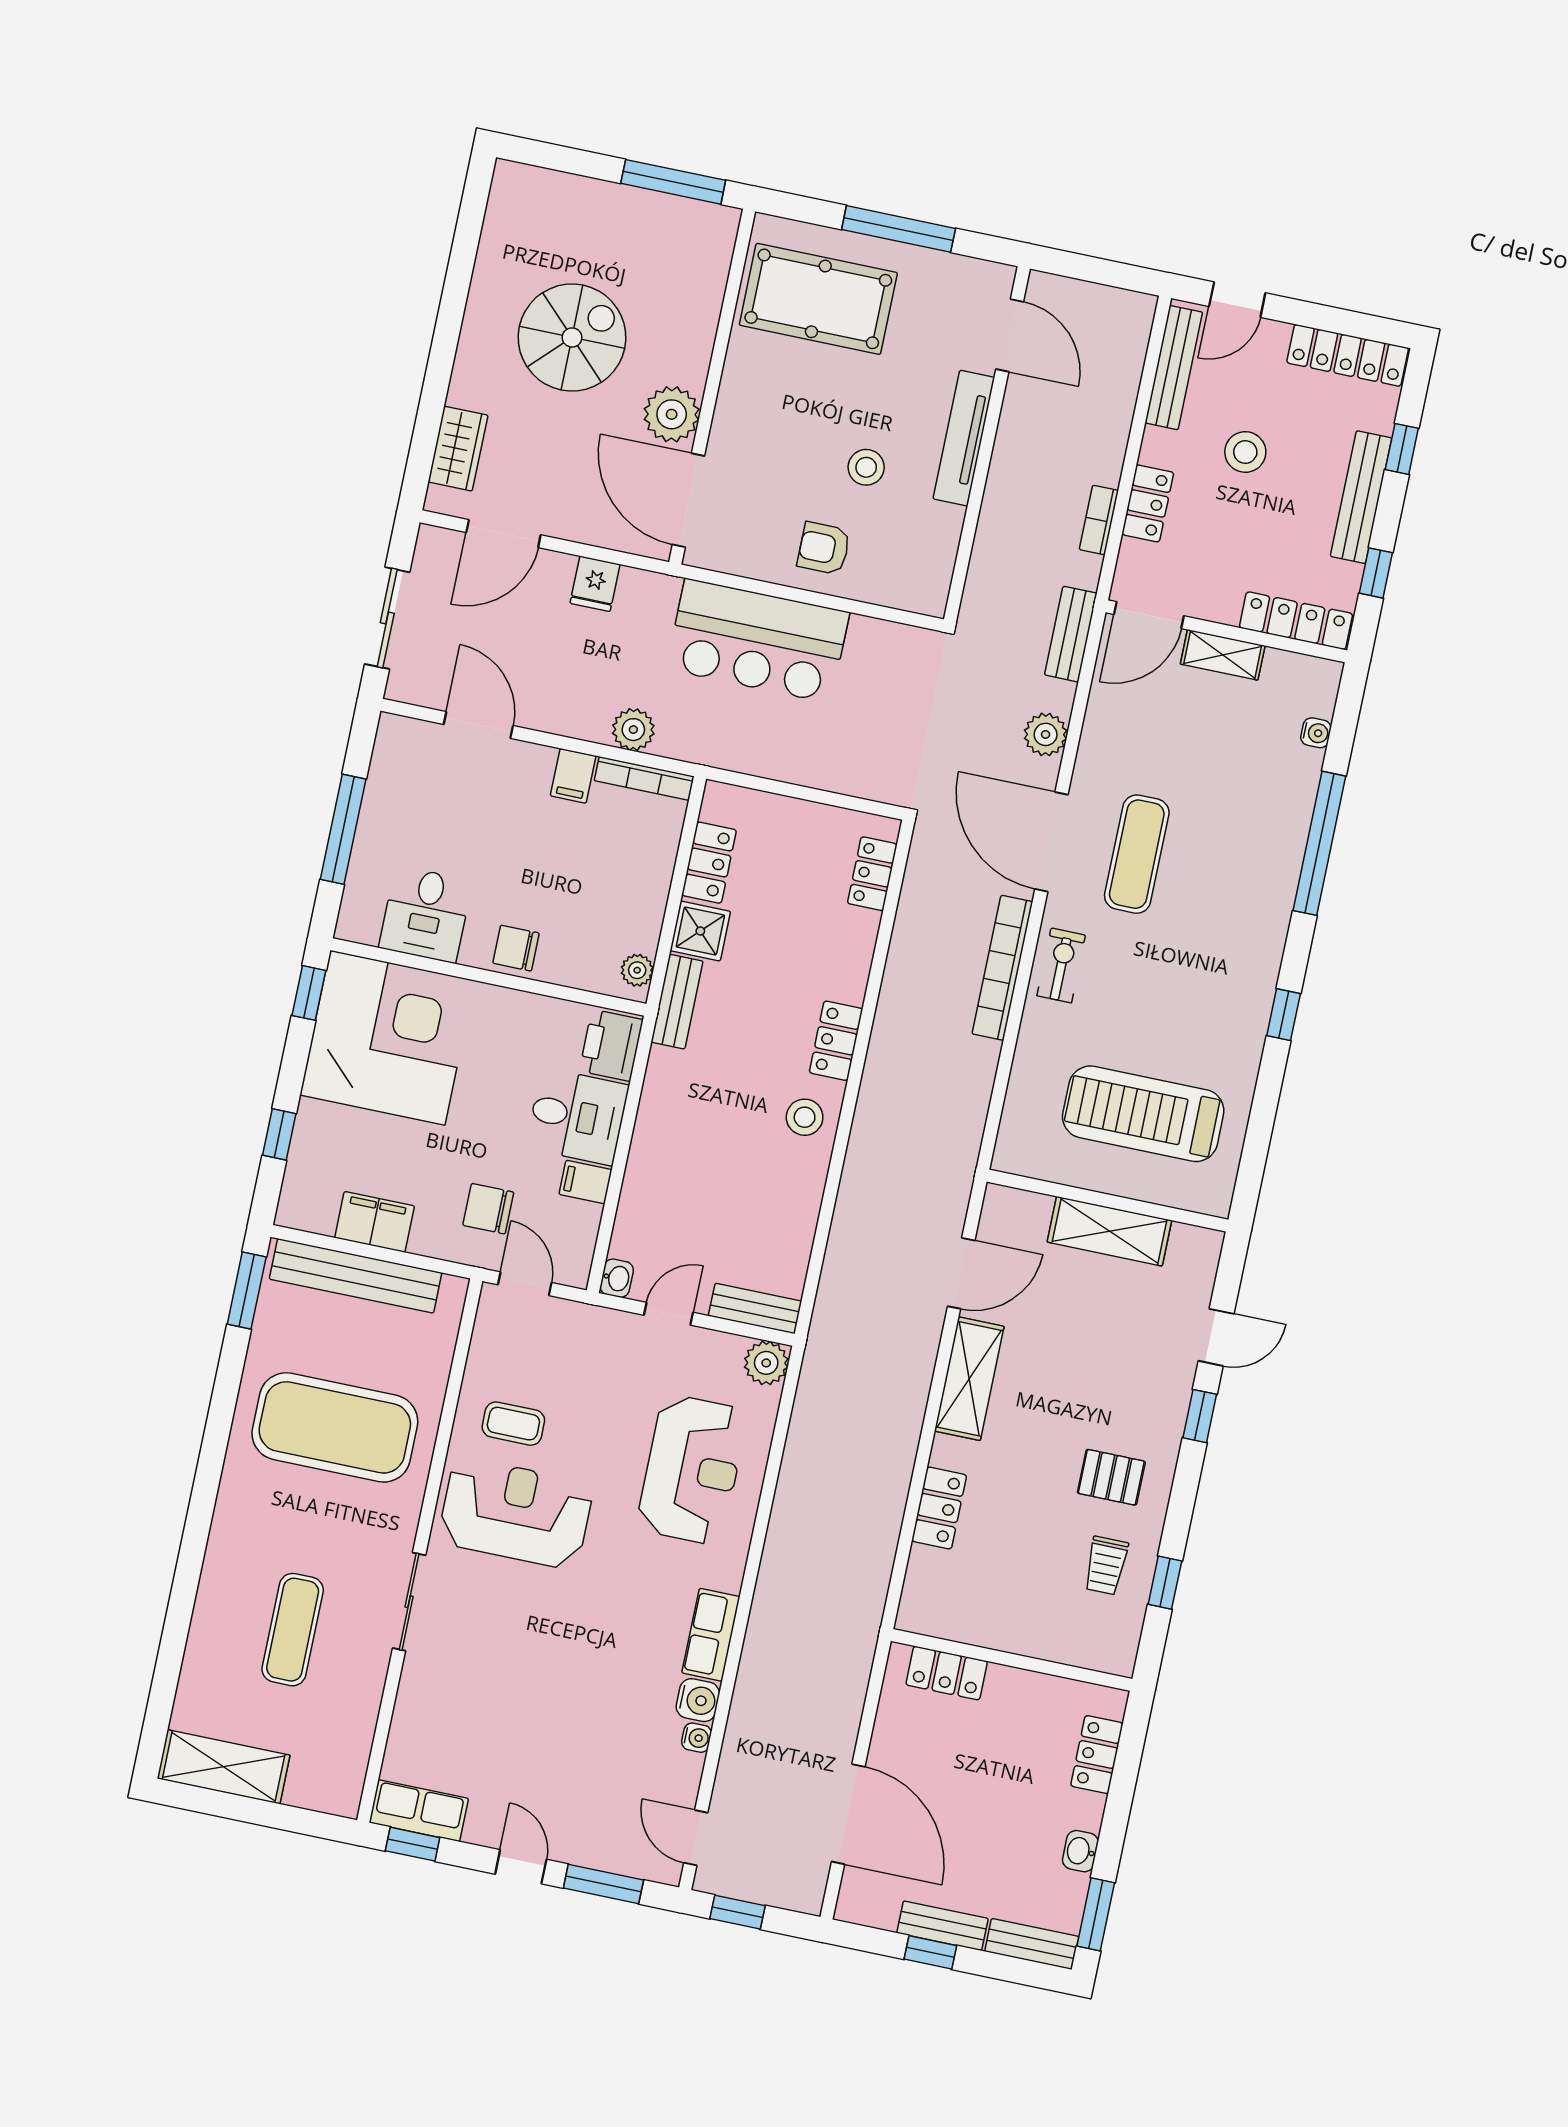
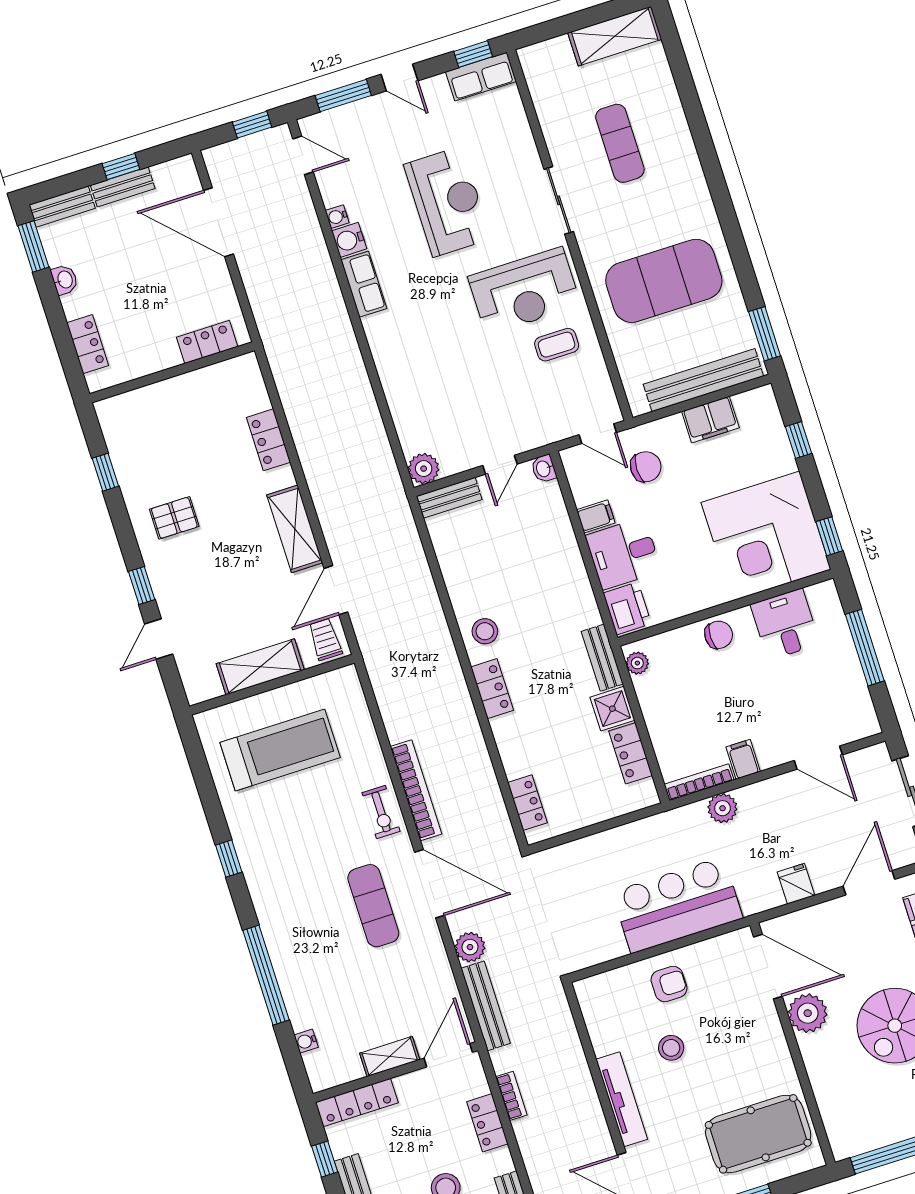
bench: (1071, 634) -> (486, 1006), width x1.36
reception desk: (692, 1470) -> (447, 202), moved, turned 180
trolley: (1106, 1566) -> (325, 639), moved

